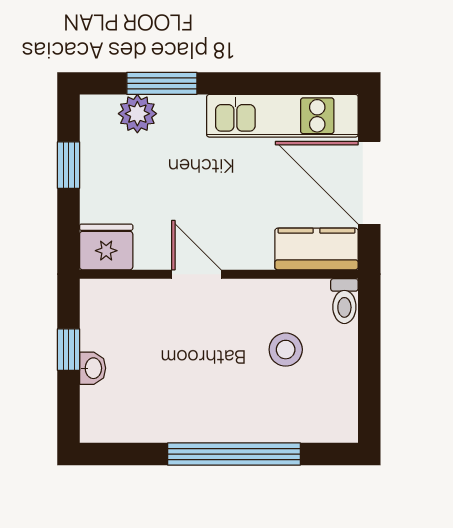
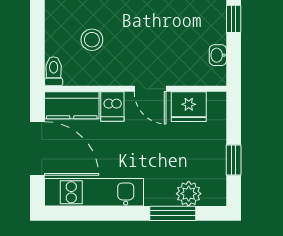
fridge: (106, 247) -> (189, 107), moved
dishwasher: (254, 247) -> (112, 107), added
window: (69, 350) -> (234, 19), moved
washbasin: (93, 368) -> (218, 55), moved

